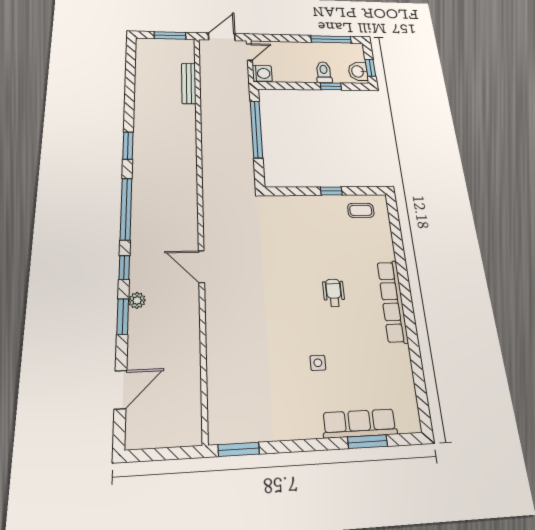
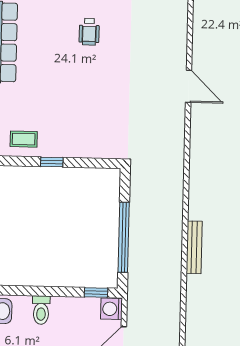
bench: (189, 83) -> (194, 247), moved
window: (331, 86) -> (96, 292), moved
wheelchair: (334, 293) -> (89, 32), moved

